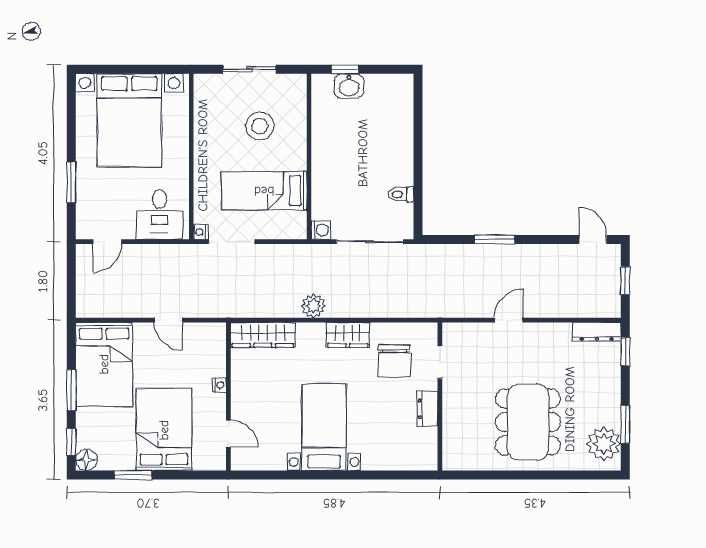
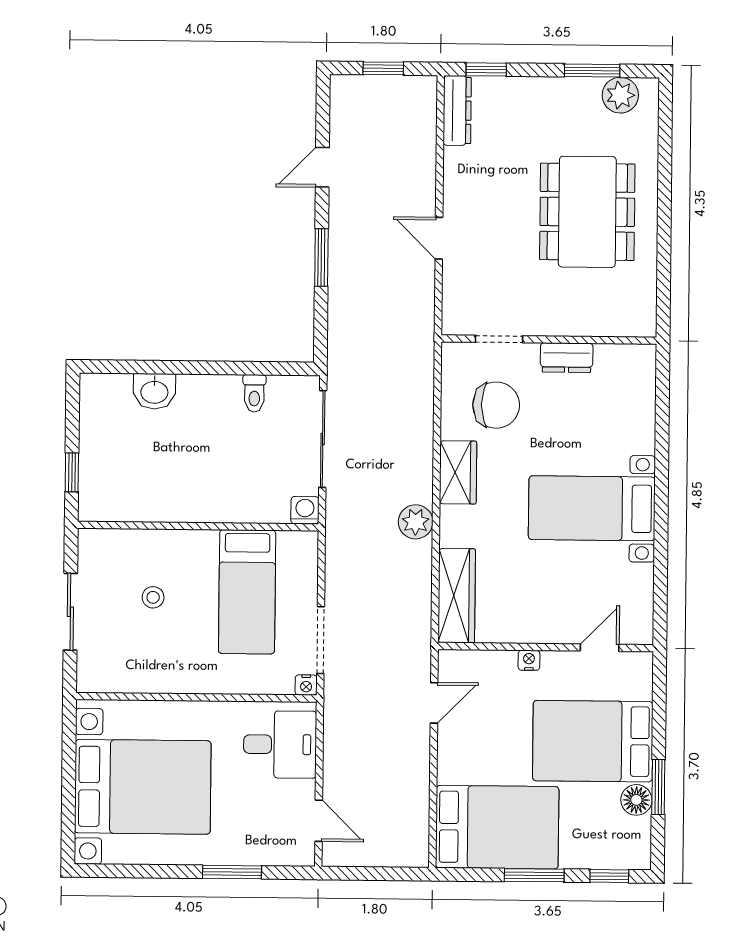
washbasin: (349, 86) -> (154, 391), moved, turned 90
stool: (260, 126) -> (153, 597), width x0.53, depth x0.53
door: (593, 239) -> (322, 167), moved
door: (168, 320) -> (434, 703), moved
dining table: (528, 422) -> (587, 212), turned 90
plant: (604, 444) -> (620, 95), width x0.73, depth x0.73
floor lamp: (86, 460) -> (636, 800), moved

